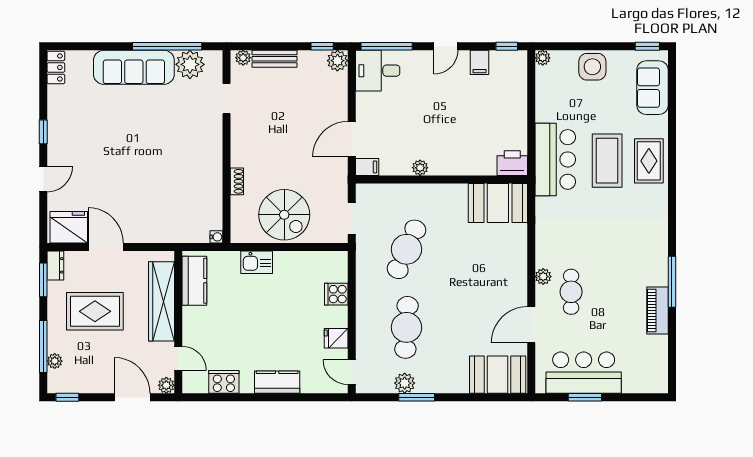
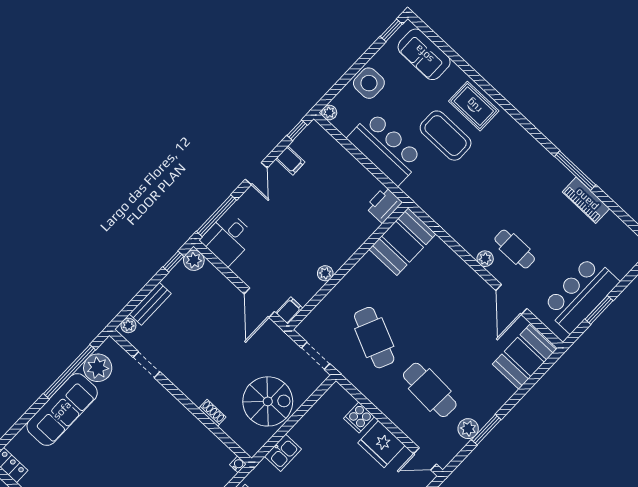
bar counter: (555, 159) -> (385, 148), moved
fridge: (336, 338) -> (381, 444), width x1.88, depth x1.34

